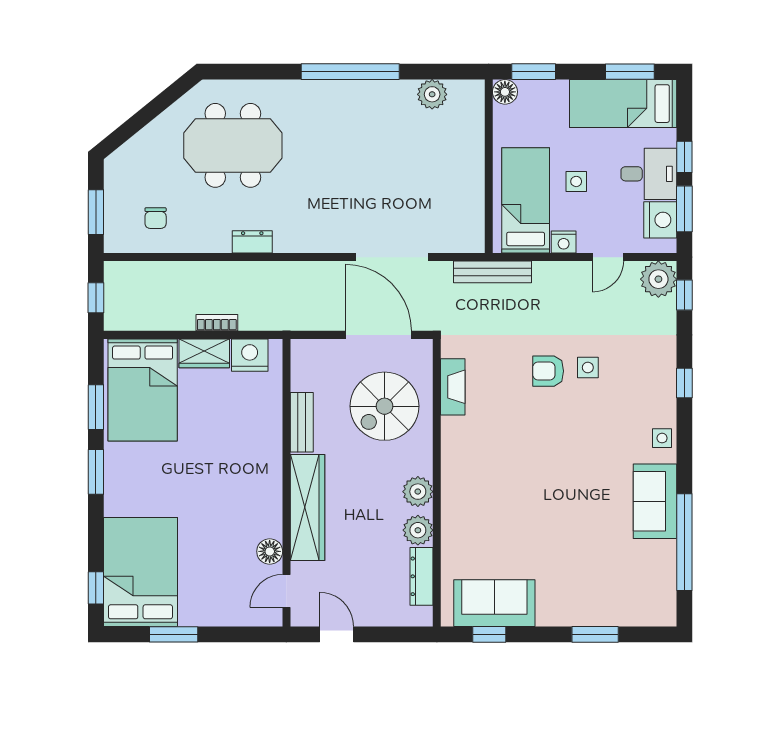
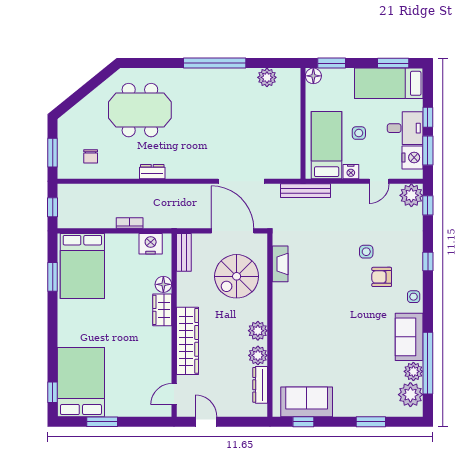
wardrobe: (204, 353) -> (162, 310), moved, turned 90
armchair: (548, 371) -> (382, 277), moved
bench: (302, 422) -> (184, 252), moved
window: (96, 472) -> (53, 318), removed
floor lamp: (270, 551) -> (163, 284), moved
plant: (662, 555) -> (413, 371), added
plant: (657, 592) -> (410, 395), added

